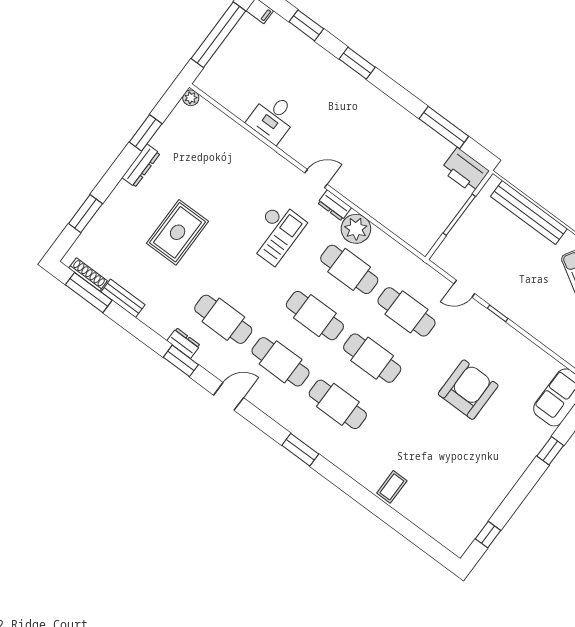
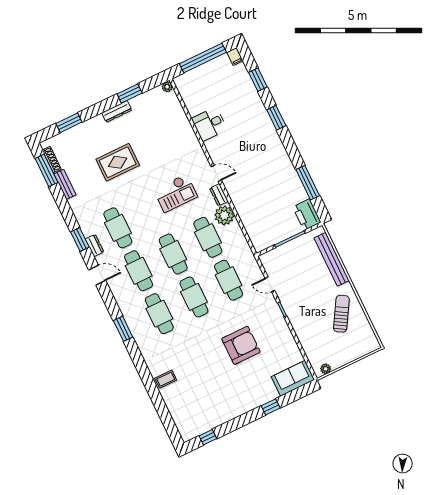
dresser: (184, 343) -> (95, 245), moved

